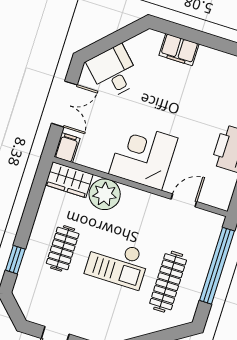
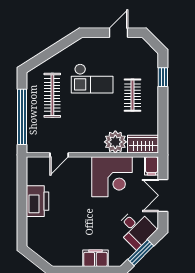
window: (117, 38) -> (141, 253), added
corner desk: (143, 156) -> (112, 177), moved
checkout: (117, 263) -> (92, 79), moved, turned 180

